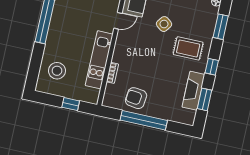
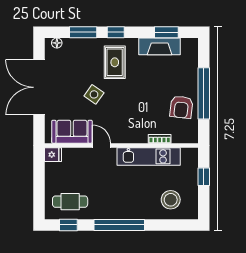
window: (212, 67) -> (116, 32), moved

